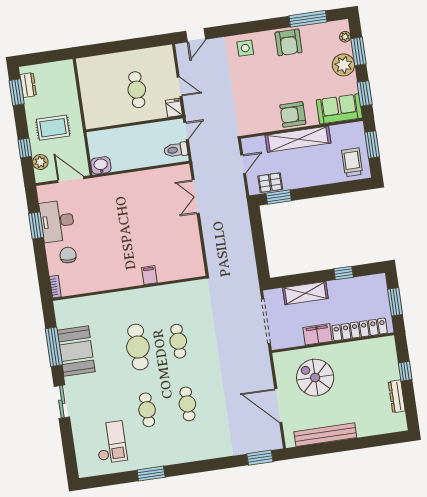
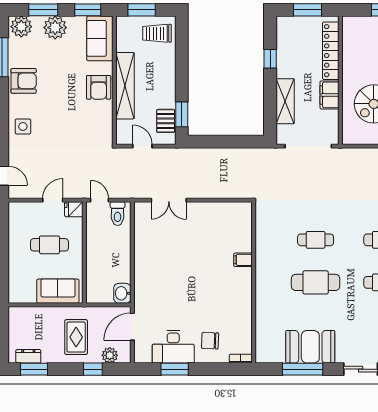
plant: (345, 37) -> (21, 27), width x1.87, depth x1.87
sofa: (94, 104) -> (58, 291), added

